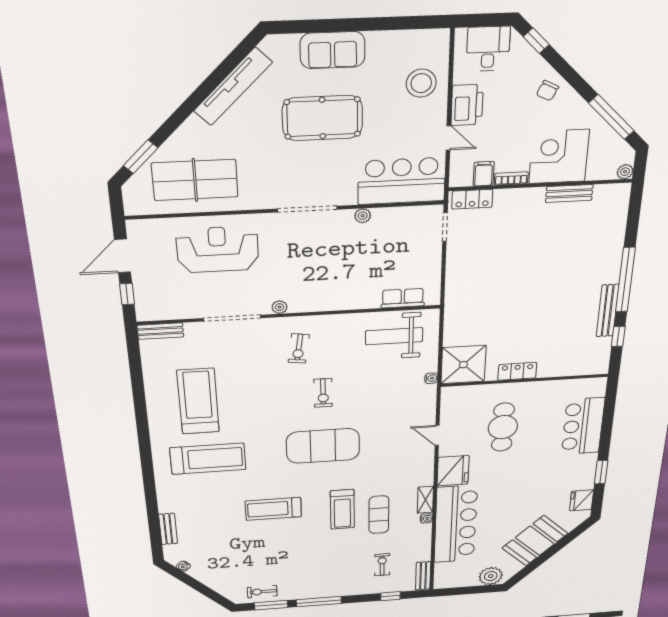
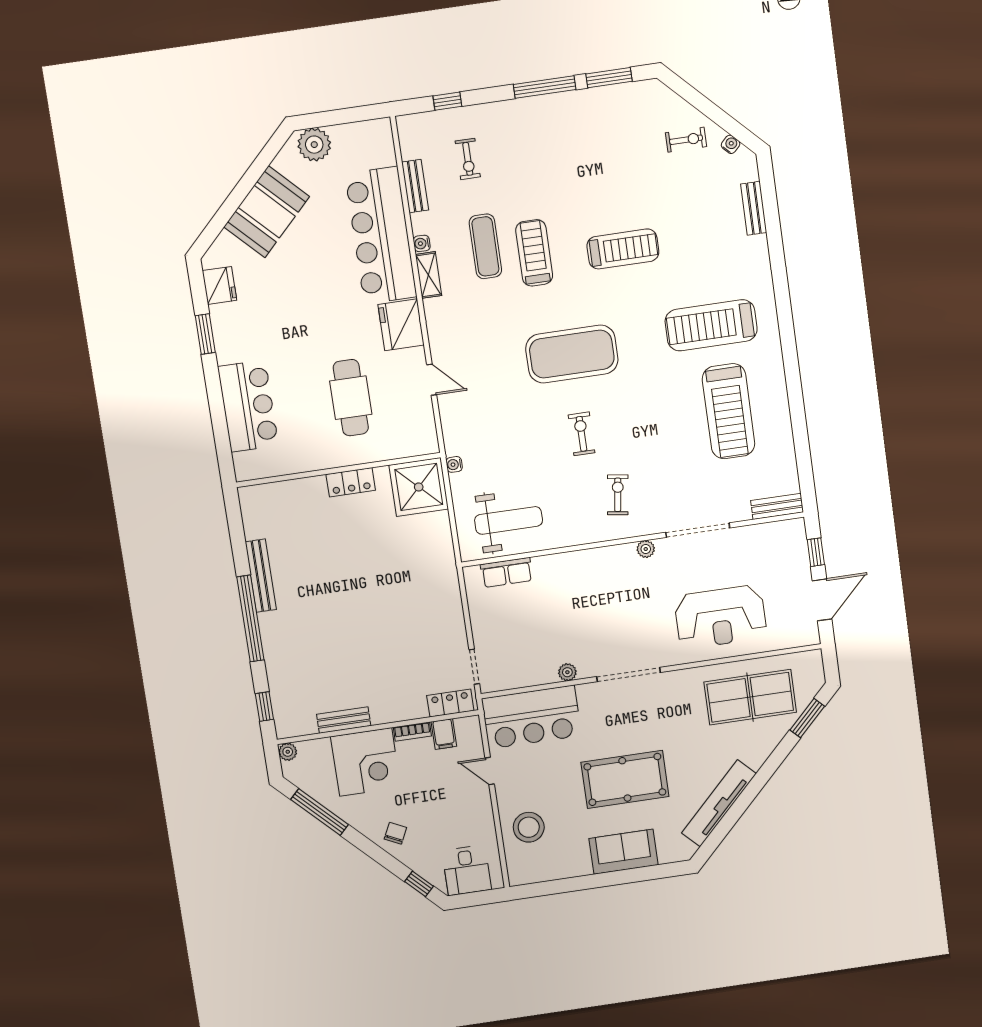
printer: (467, 105) -> (477, 809), removed
window: (618, 336) -> (264, 706), moved
bench: (423, 576) -> (415, 186), moved
exercise bike: (262, 592) -> (686, 140), moved

